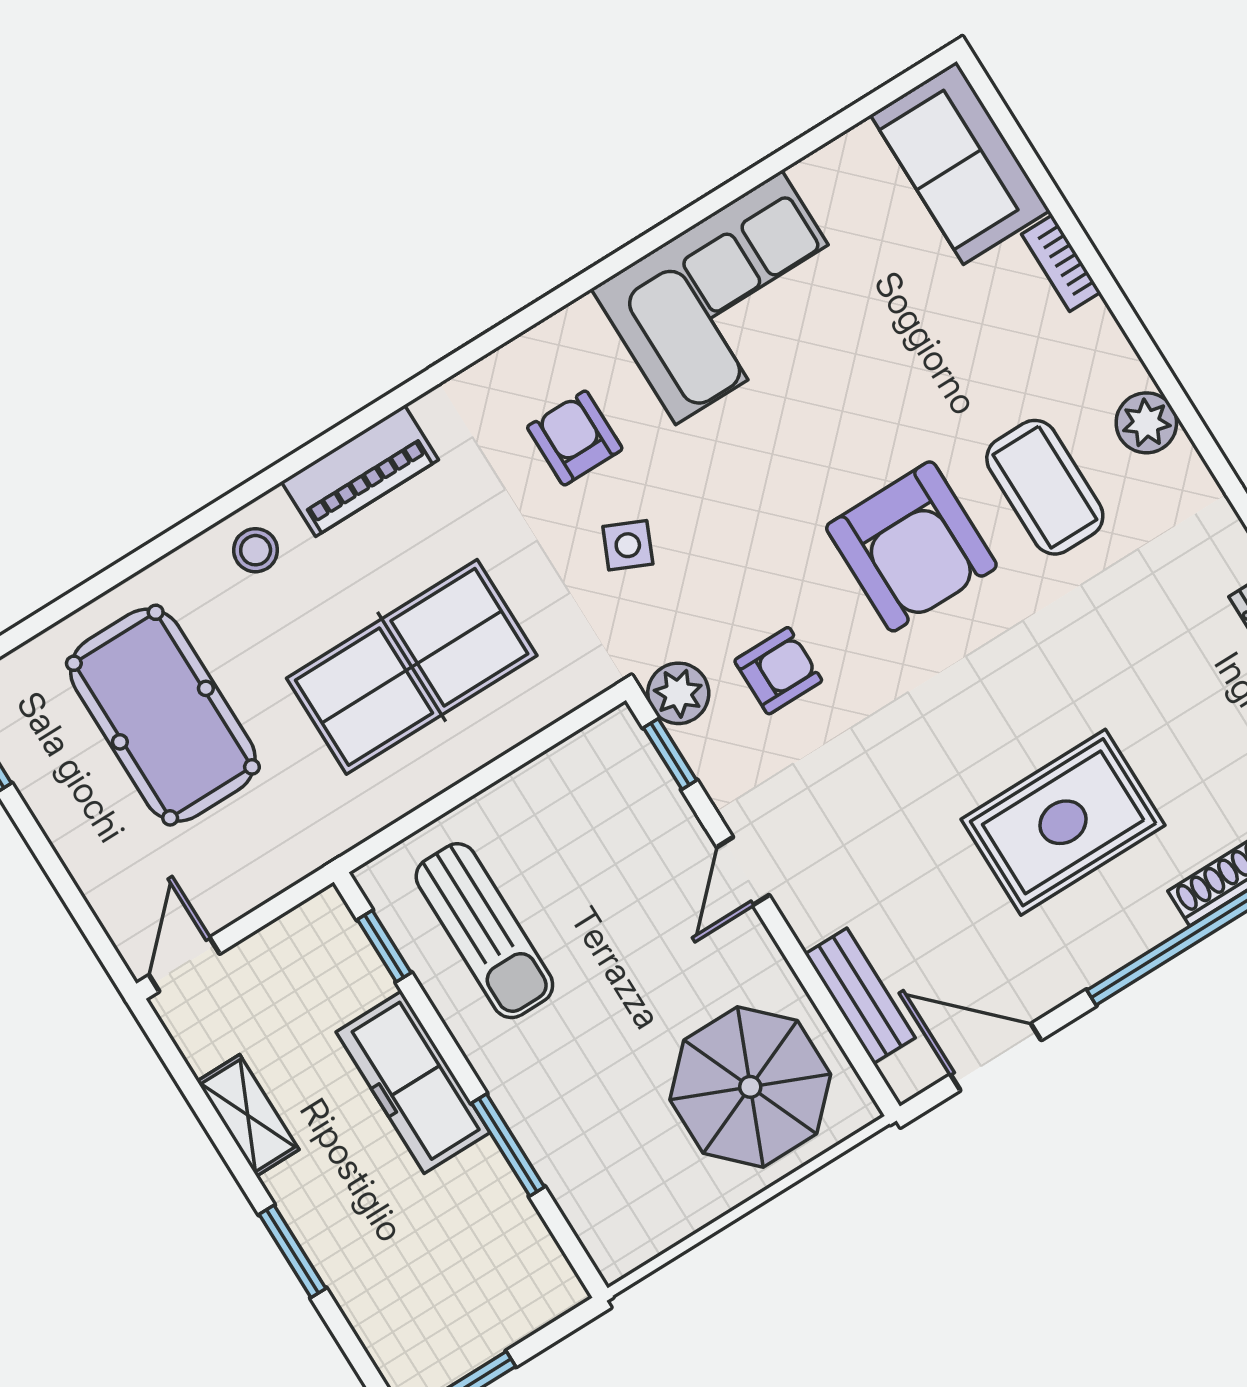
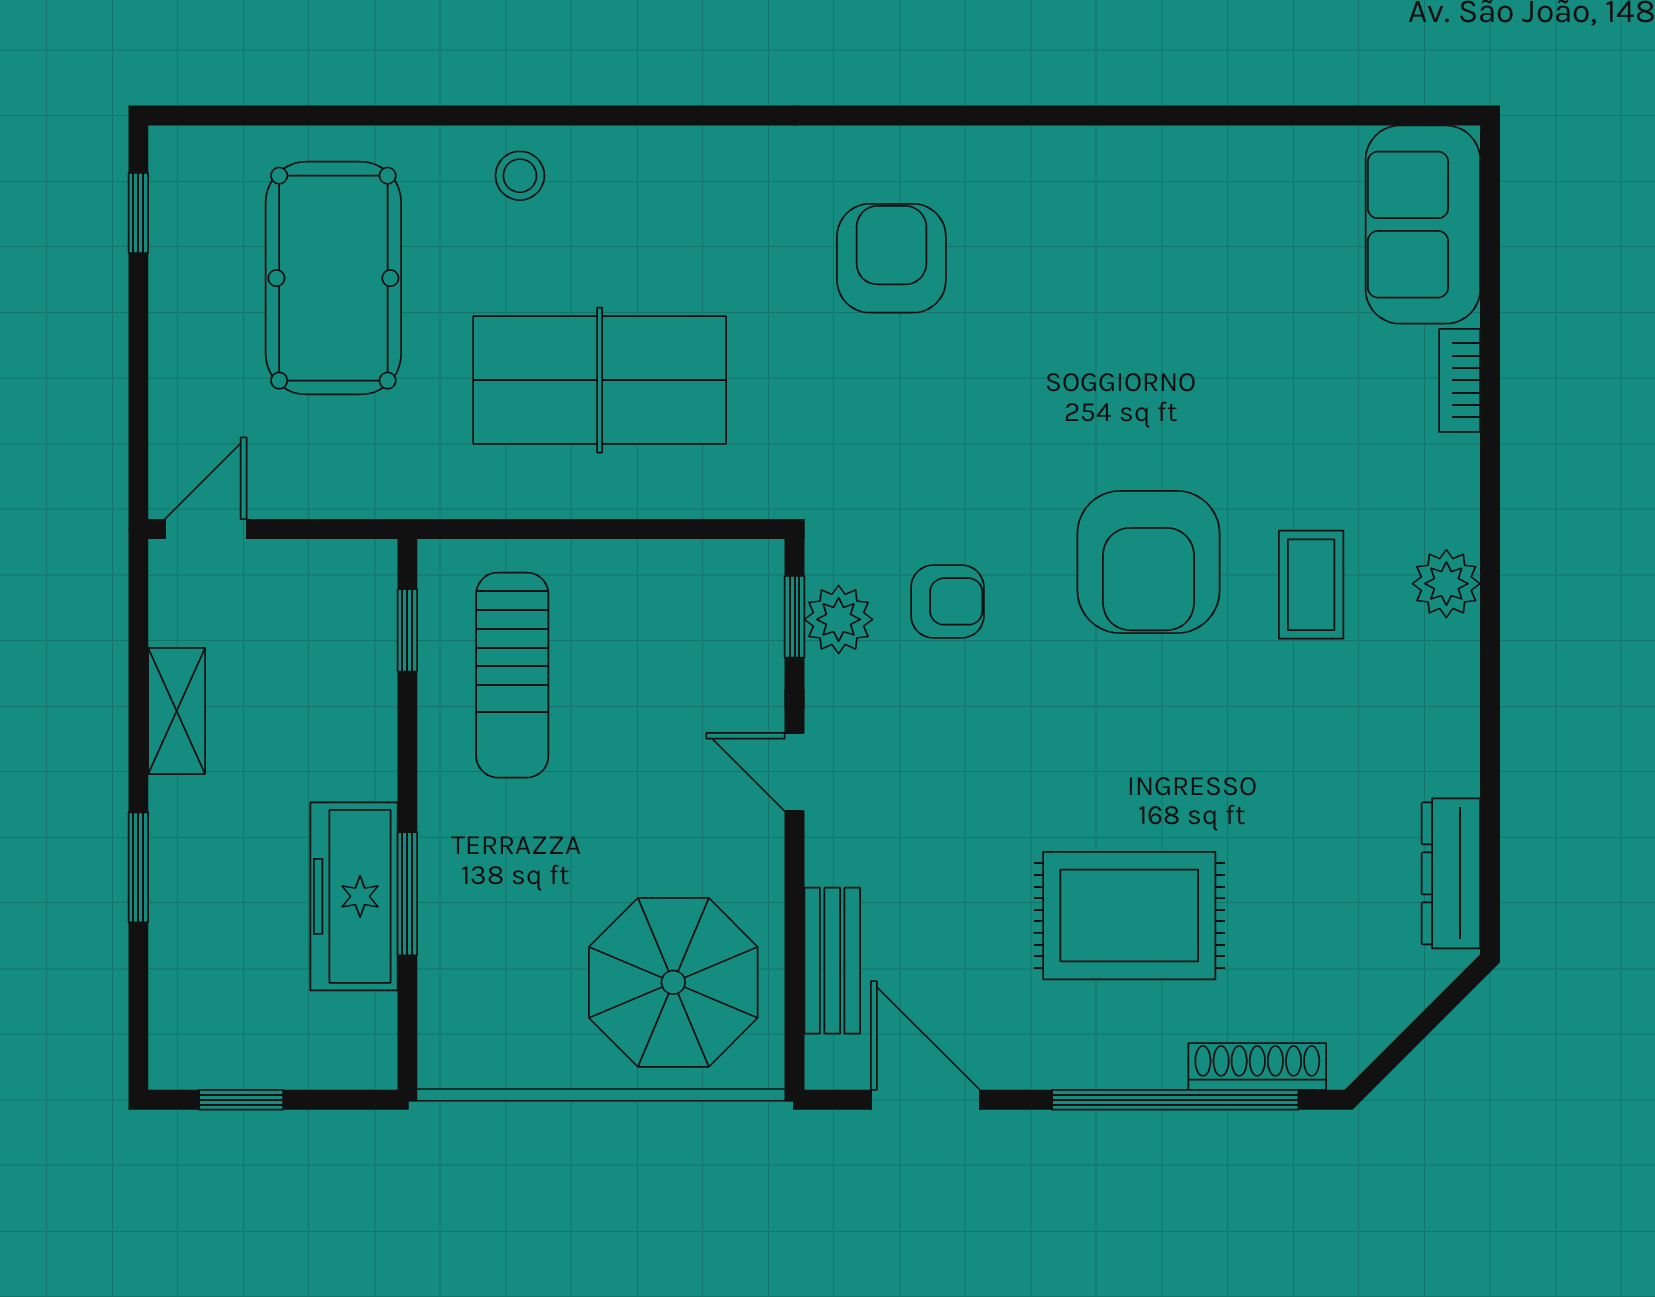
corner sofa: (729, 298) -> (1122, 216), removed
armchair: (575, 438) -> (891, 258), width x1.38, depth x1.38
piano: (360, 471) -> (667, 162), removed
coffee table: (1045, 487) -> (1311, 585), width x0.73, depth x0.77
side table: (628, 545) -> (878, 392), removed
plant: (678, 693) -> (839, 619), moved
door: (743, 871) -> (795, 772), hinge flipped
freezer: (413, 1082) -> (354, 896), moved

